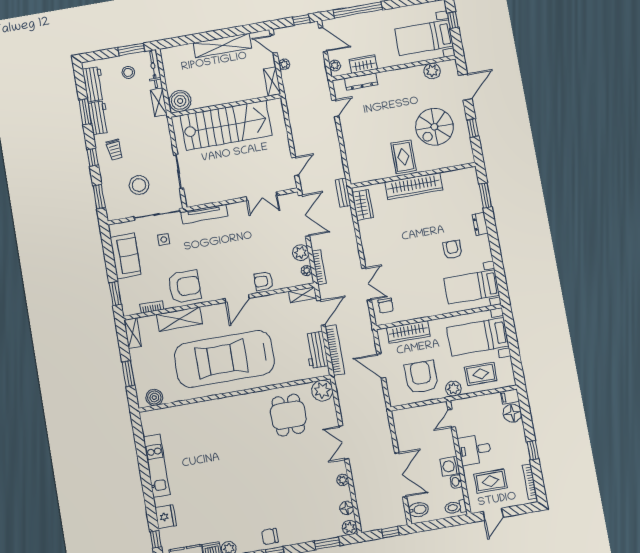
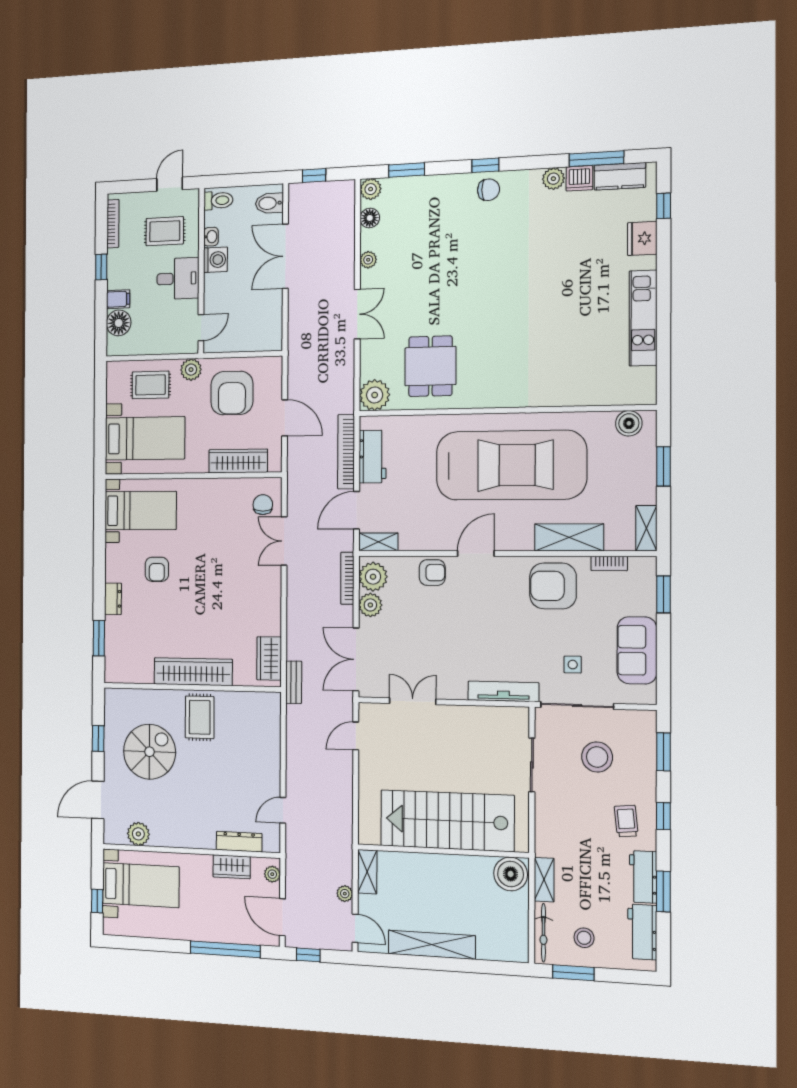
plant: (307, 271) -> (373, 577), width x1.88, depth x1.88
filing cabinet: (510, 397) -> (118, 299), moved

